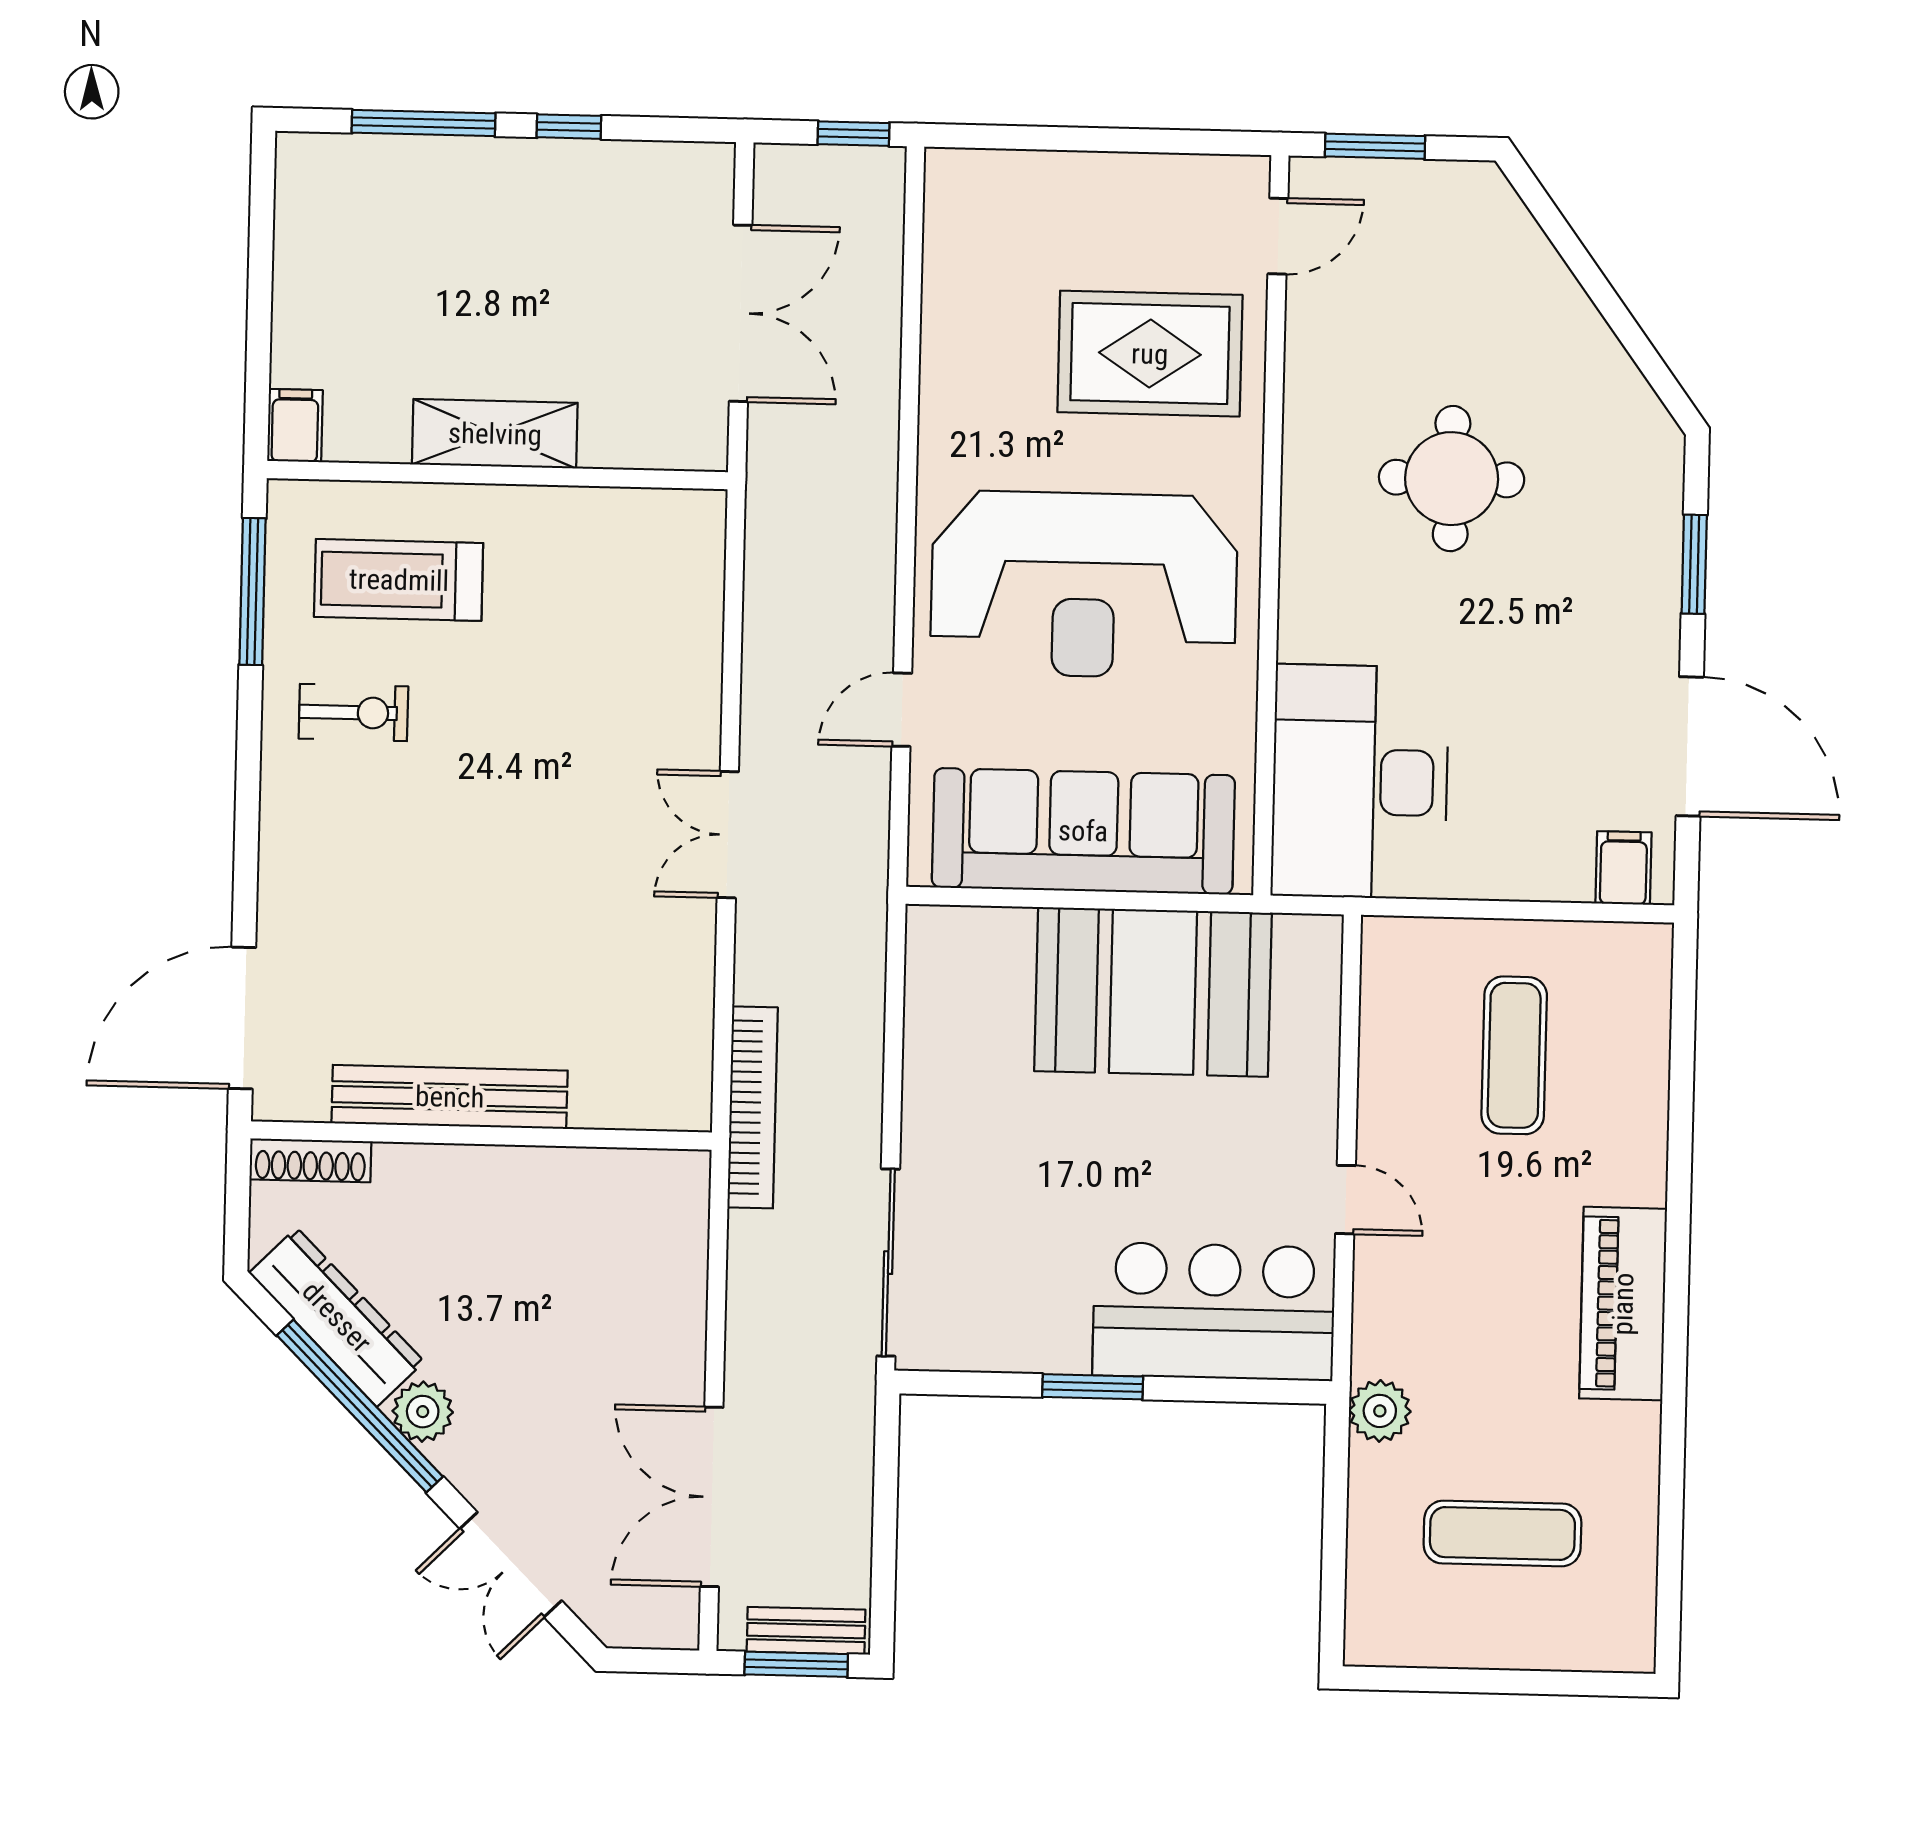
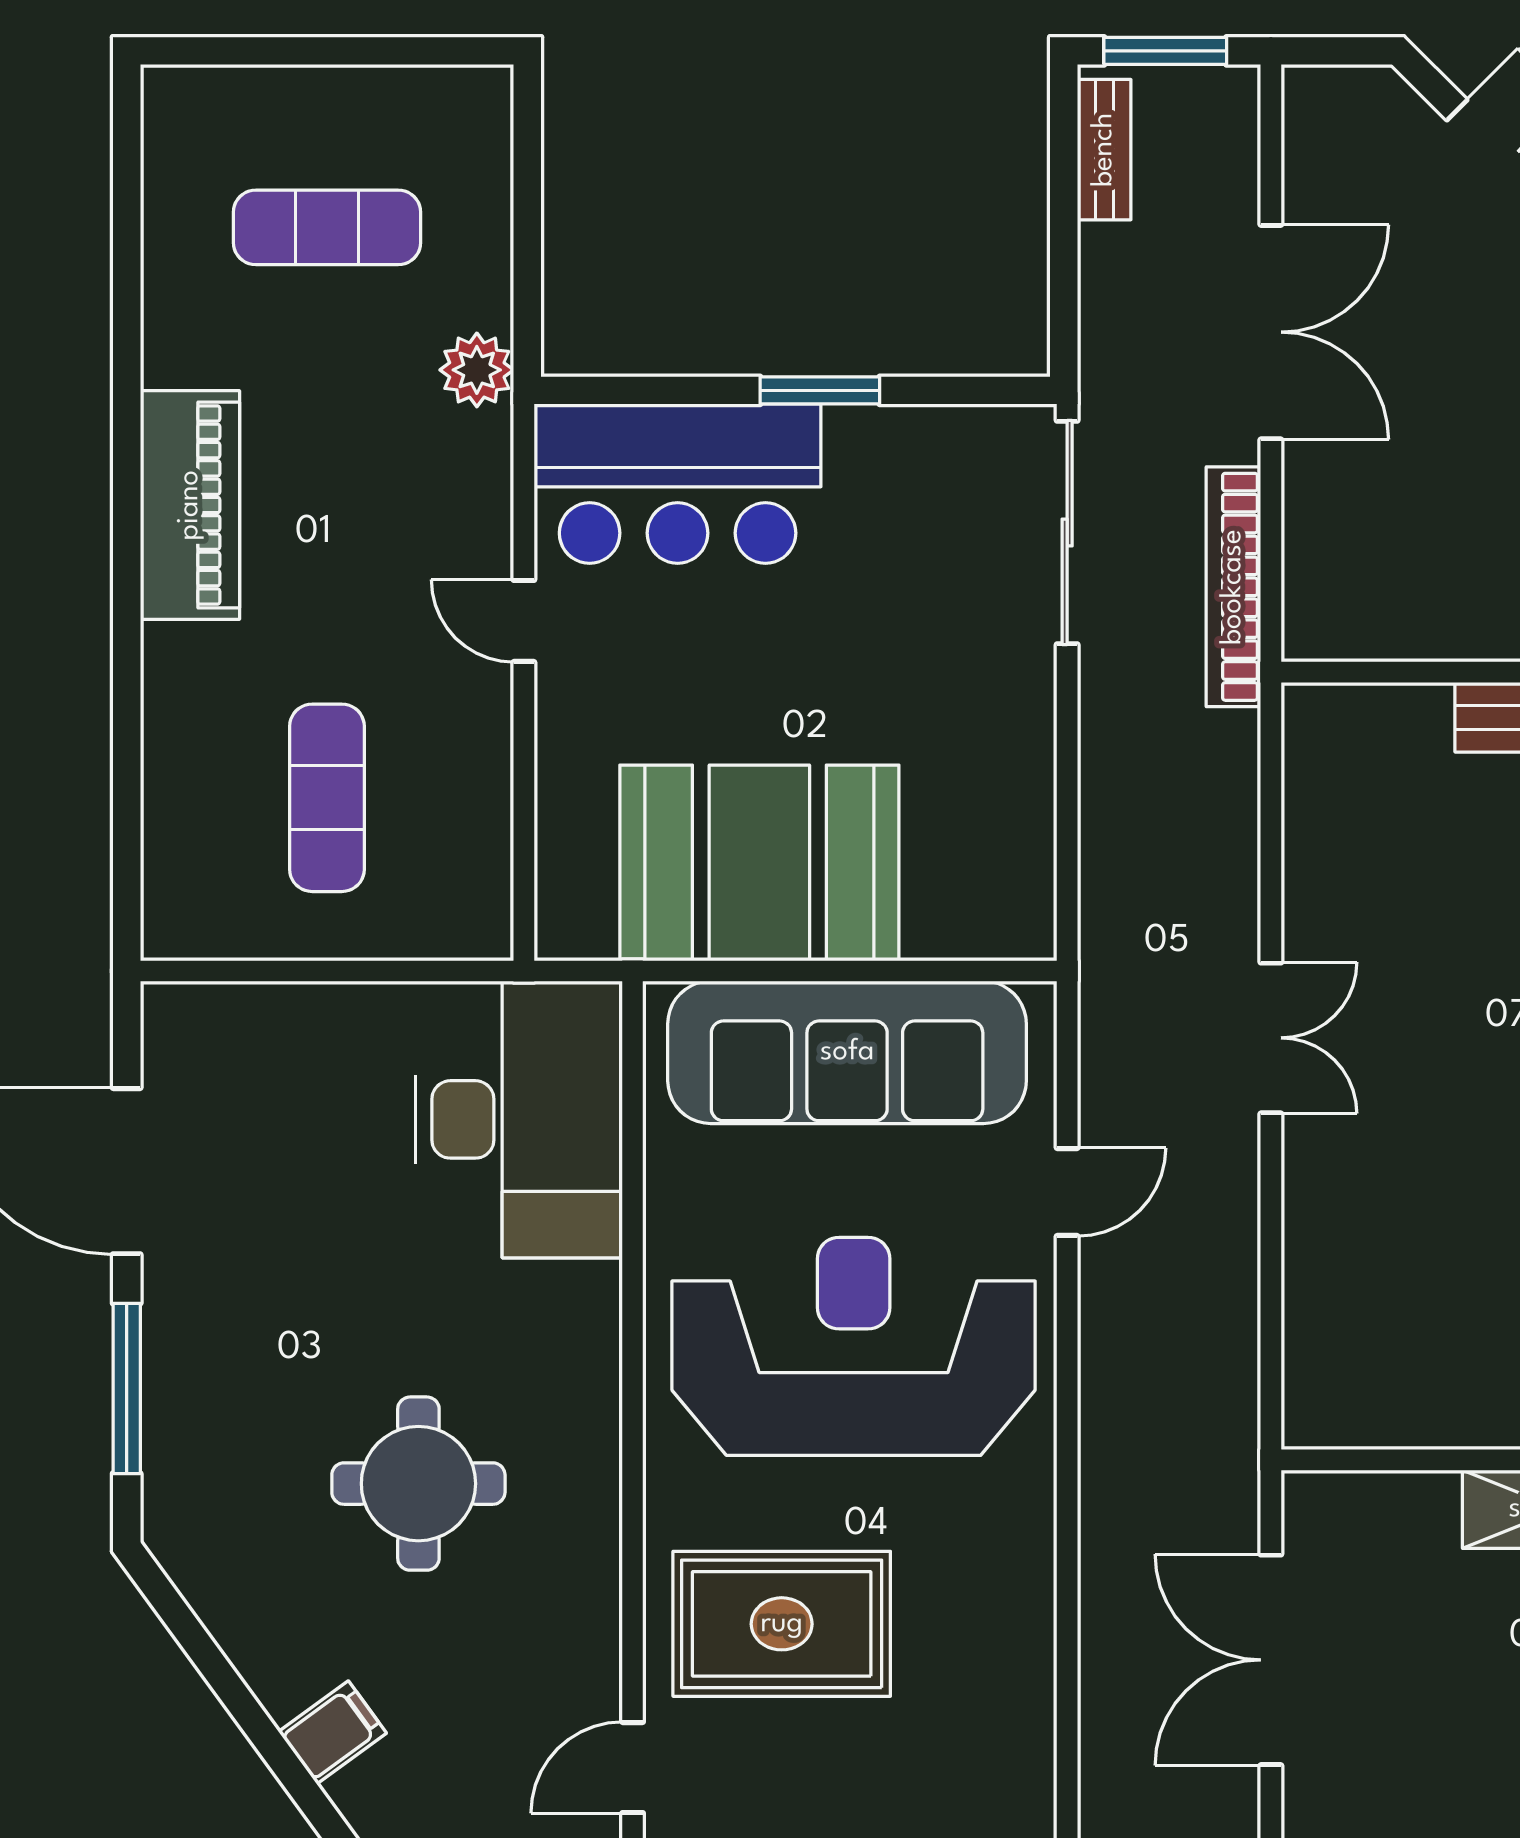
window: (1694, 564) -> (127, 1388), width x1.44
filing cabinet: (1623, 868) -> (333, 1732), moved, turned -126
bookcase: (753, 1107) -> (1233, 587), moved
double door: (712, 1497) -> (1271, 332), moved
bench: (806, 1631) -> (1104, 150), moved, turned 90

